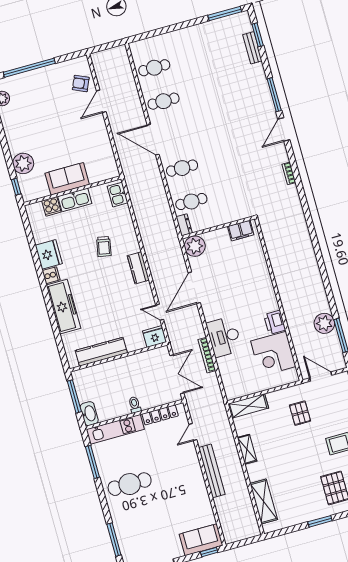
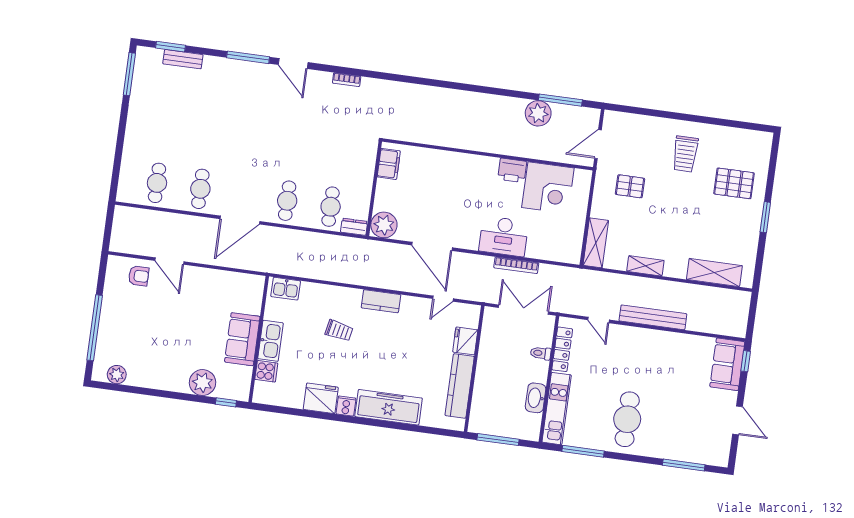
armchair: (81, 84) -> (139, 276), turned -114
fridge: (155, 336) -> (465, 341), moved
toilet: (135, 405) -> (541, 353), moved
washbasin: (89, 414) -> (536, 398), moved, turned -90

